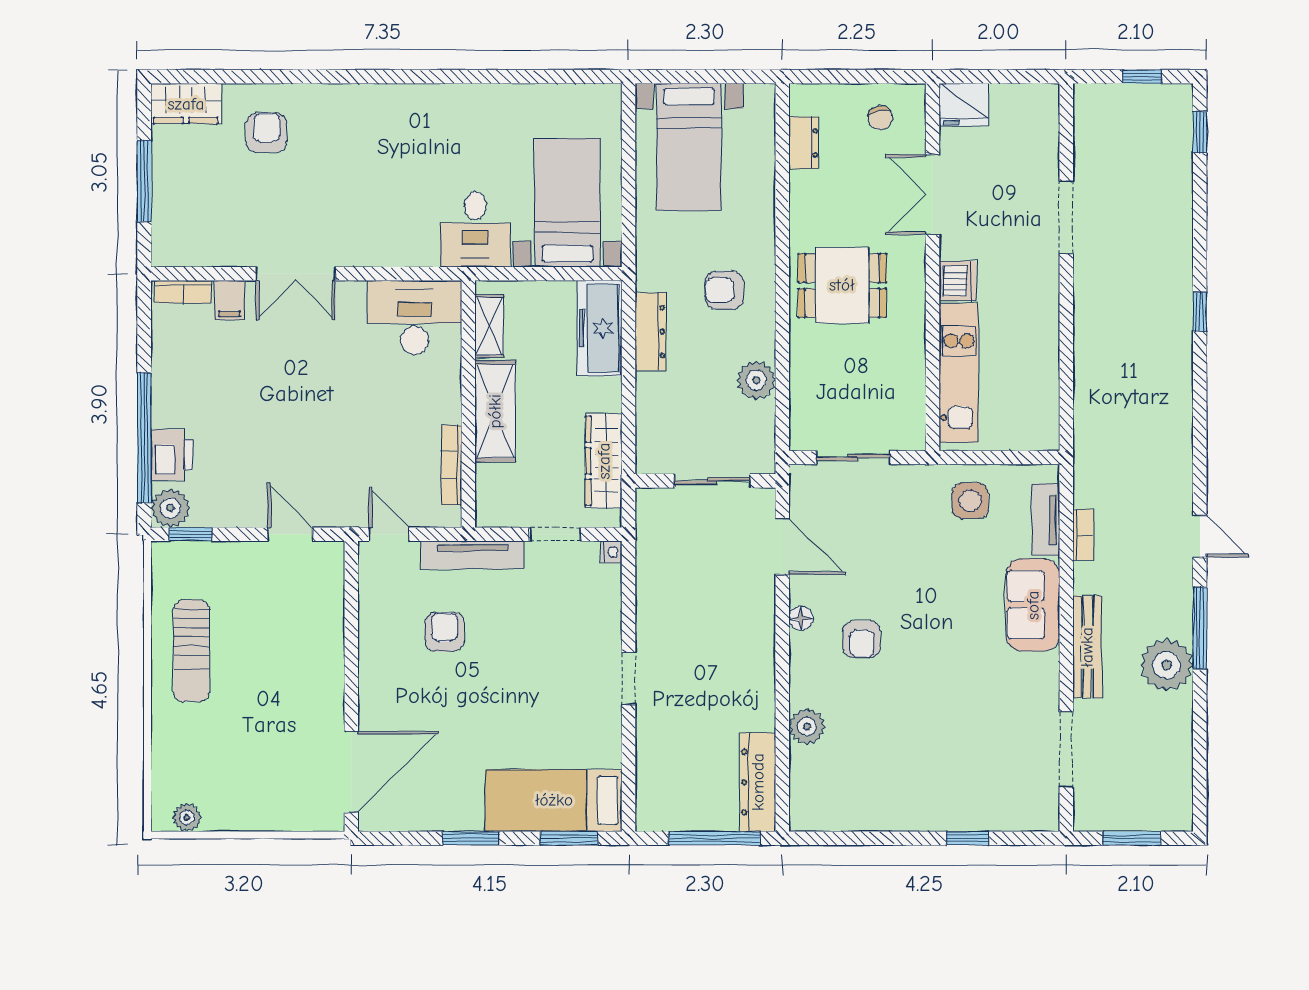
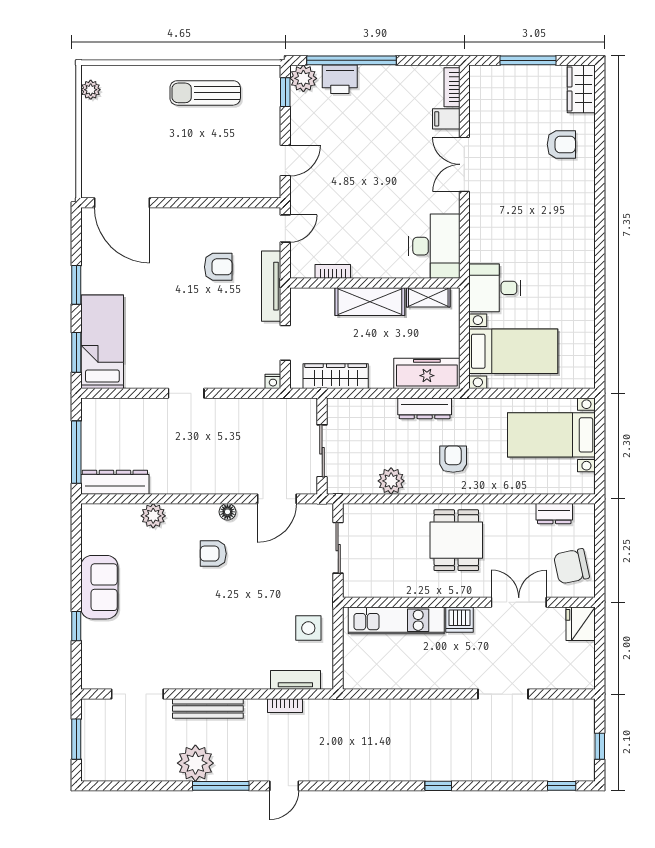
chair: (880, 118) -> (571, 566), width x1.87, depth x1.87
bookcase: (451, 465) -> (333, 271), width x0.64
sofa: (1033, 605) -> (99, 587), moved, turned 90

